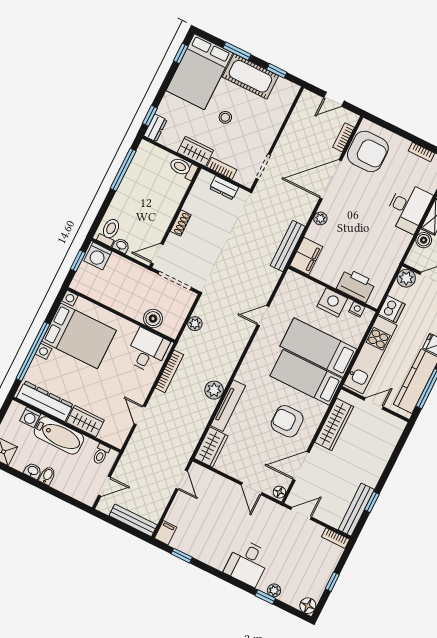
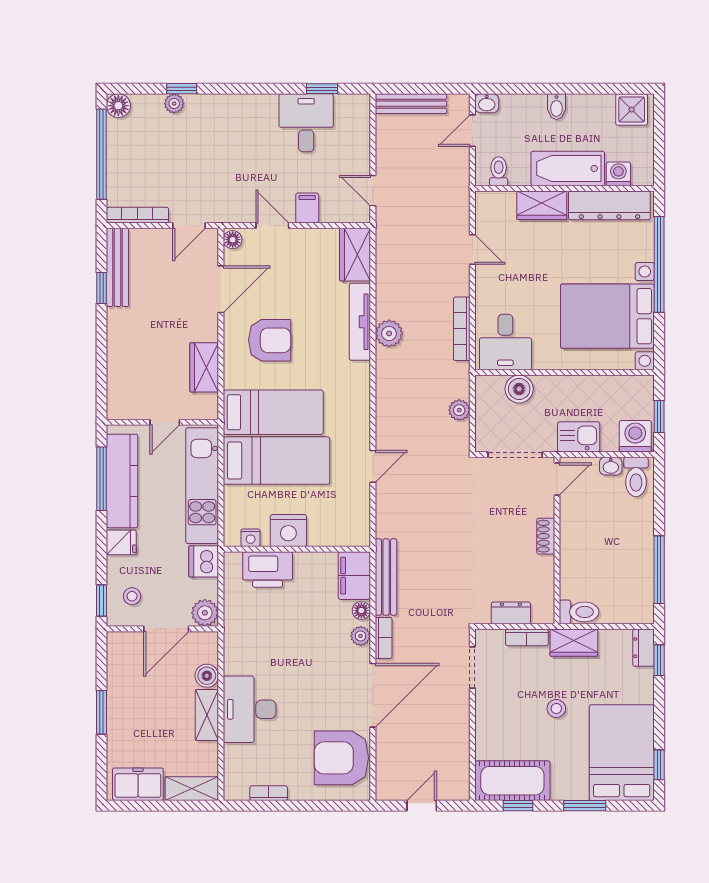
cot: (250, 76) -> (512, 781), moved
bookcase: (344, 137) -> (384, 638), moved
floor lamp: (312, 233) -> (361, 611), added
kitchen sink: (132, 272) -> (579, 437), added
wardrobe: (334, 424) -> (204, 367), width x0.67
washbasin: (33, 471) -> (487, 103), moved
filing cabinet: (166, 533) -> (307, 208), moved, turned 180
bookcase: (335, 538) -> (137, 215), width x1.56
desk: (247, 563) -> (306, 123), moved
window: (332, 582) -> (101, 154), width x3.17

